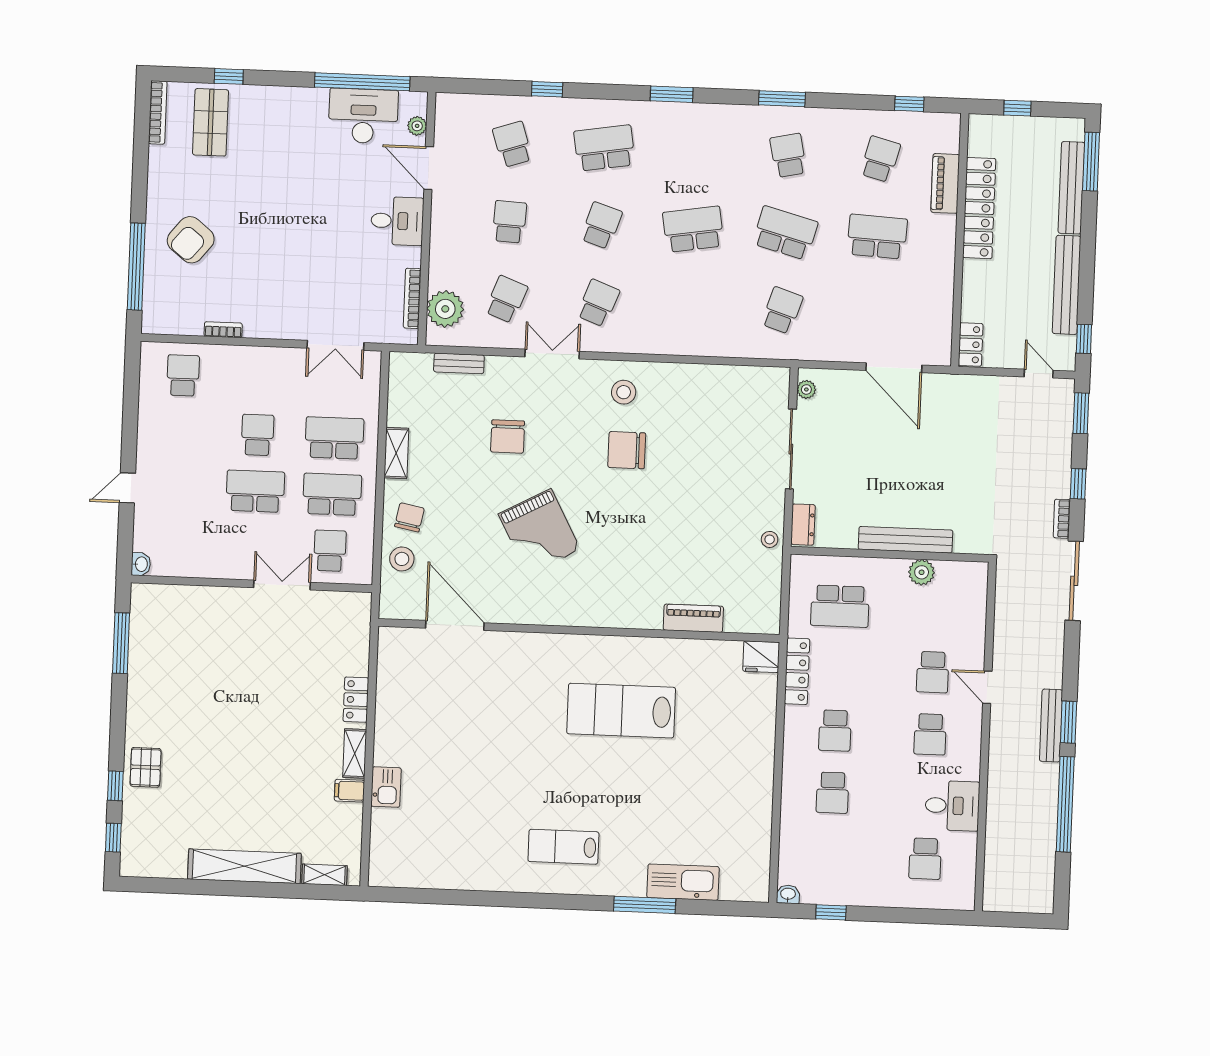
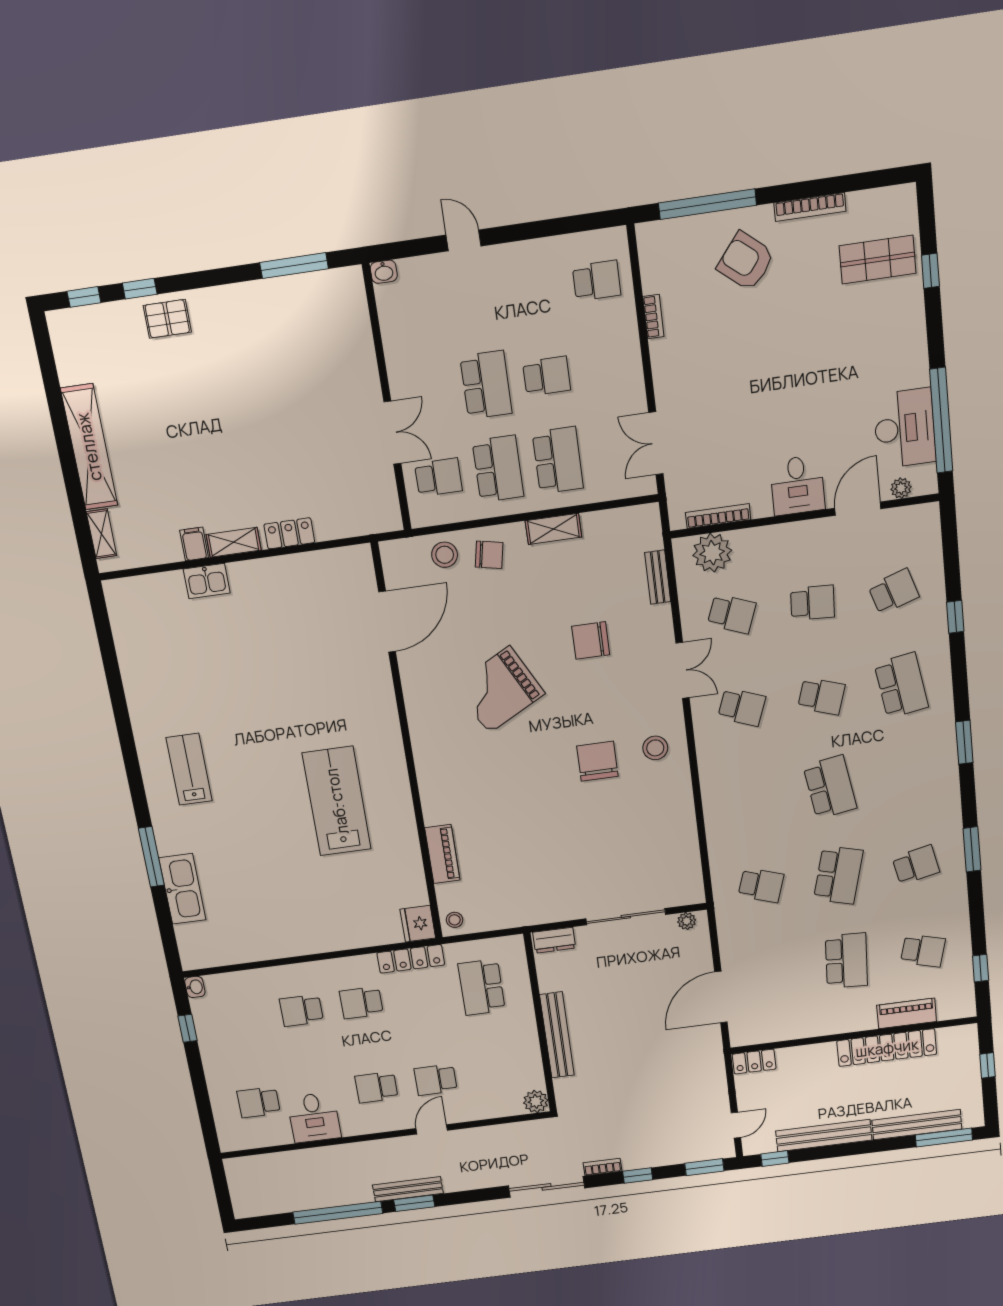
bookcase: (158, 112) -> (810, 207), moved
stool: (770, 539) -> (455, 920), moved
plant: (922, 572) -> (536, 1101), moved

